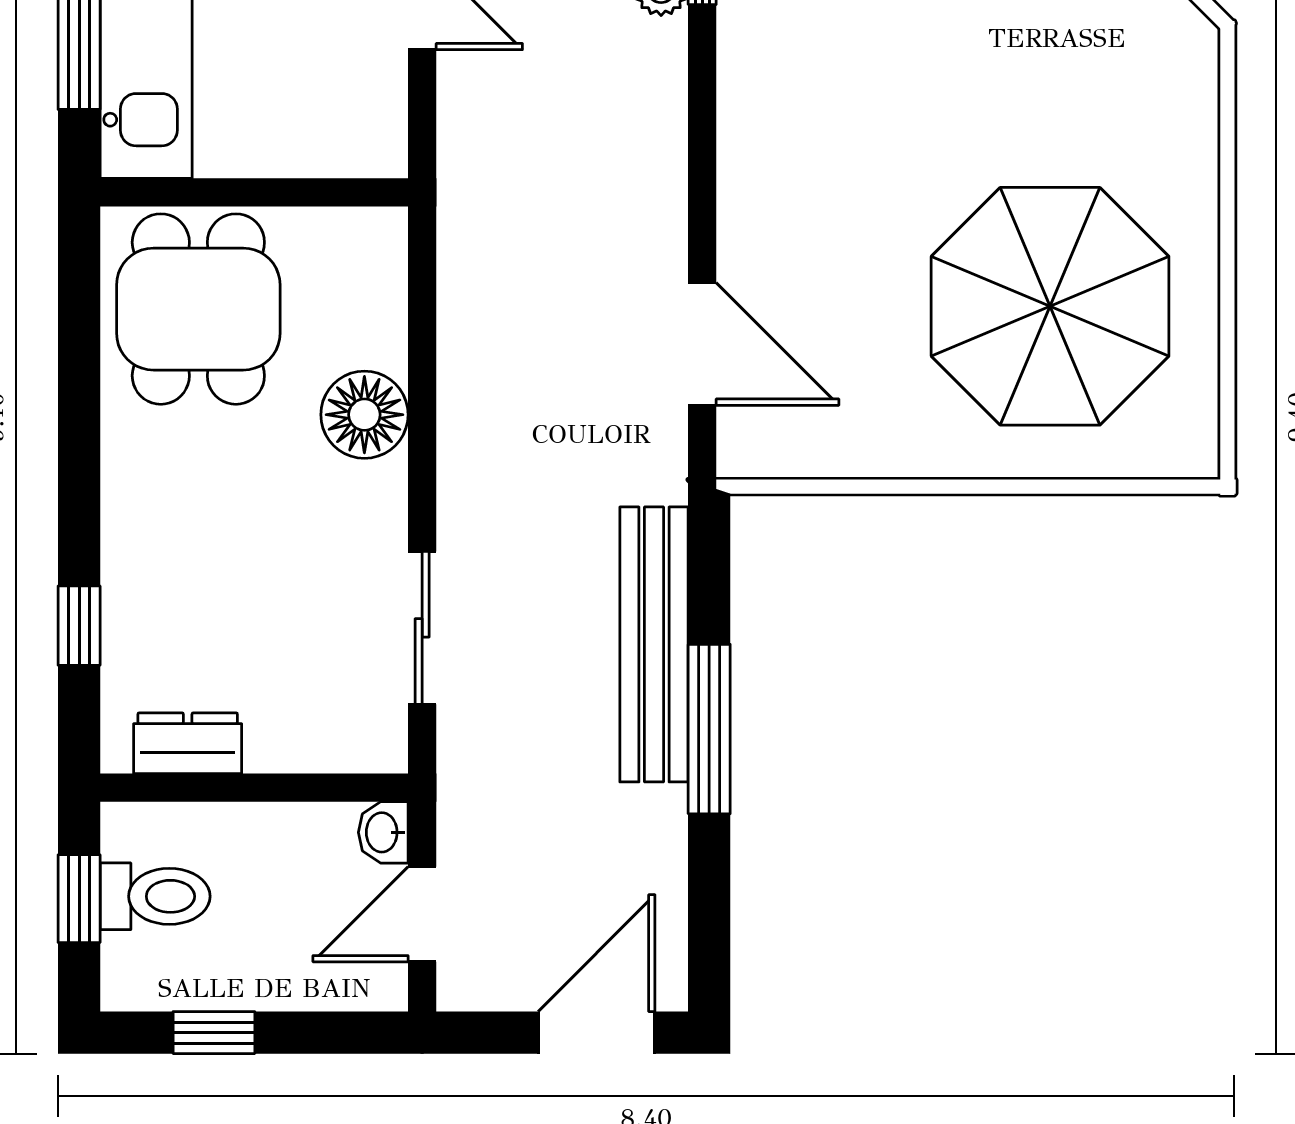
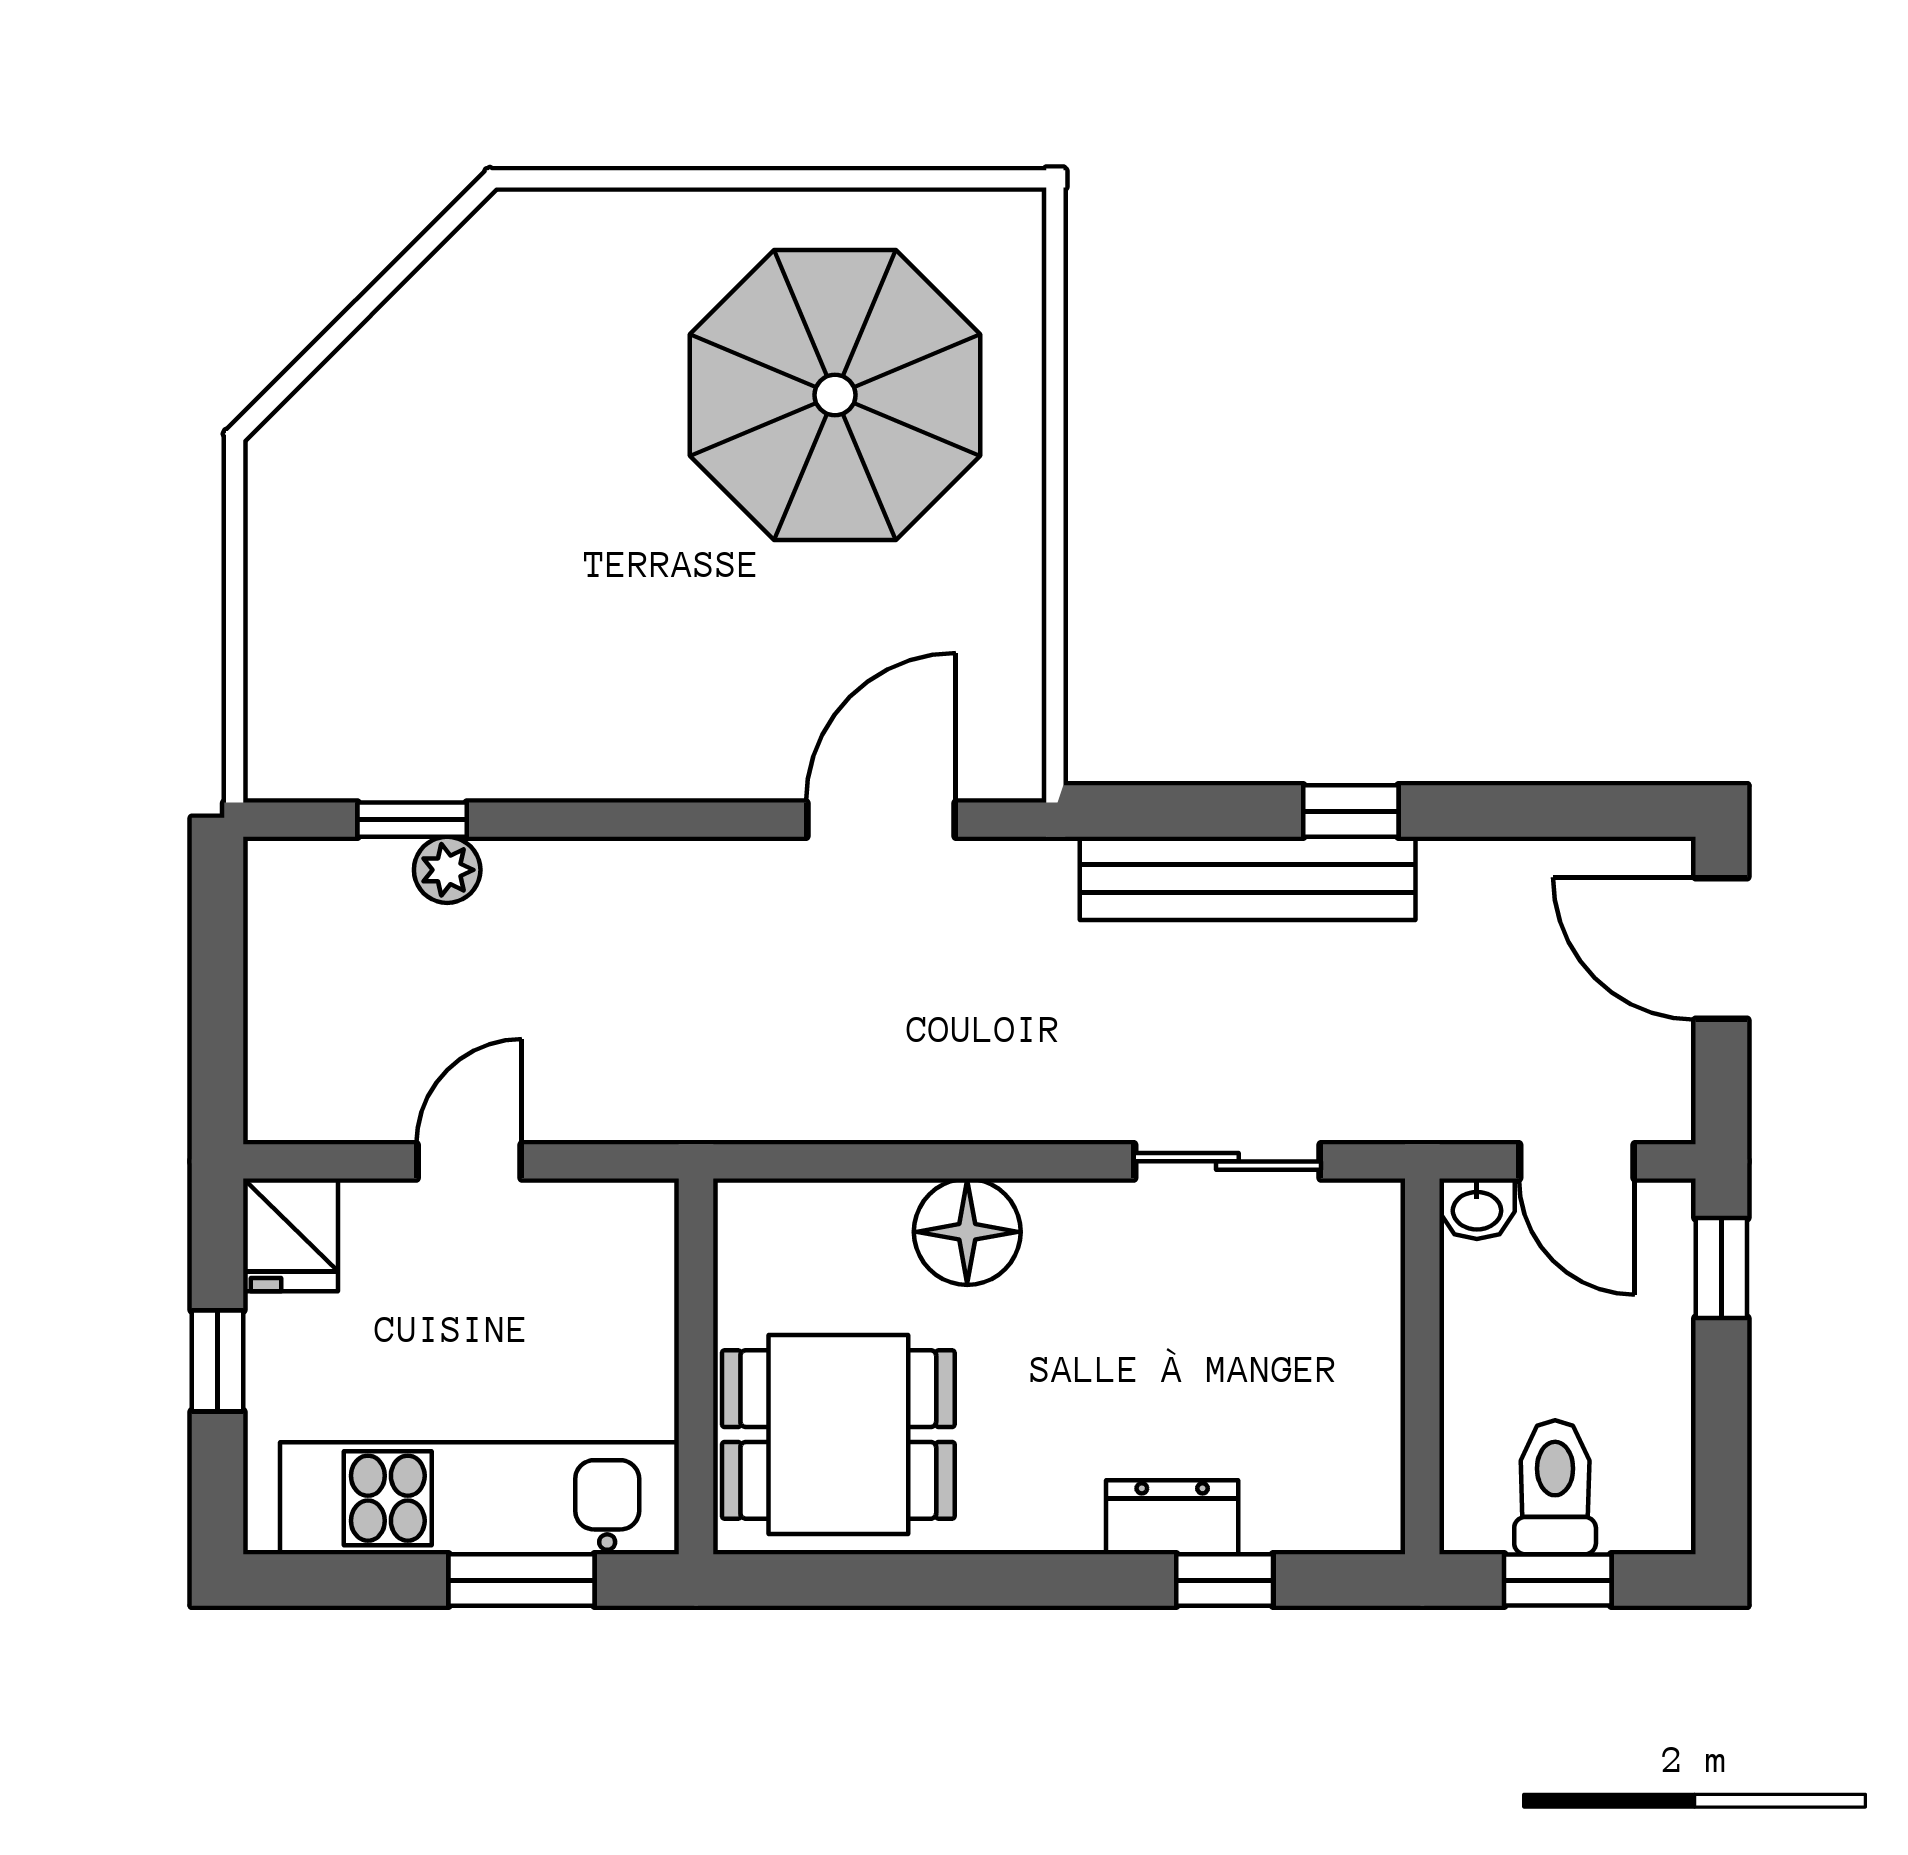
window: (709, 729) -> (1351, 811), width x0.46
dresser: (188, 743) -> (1172, 1517), moved, turned 90
window: (214, 1033) -> (1721, 1268), moved

